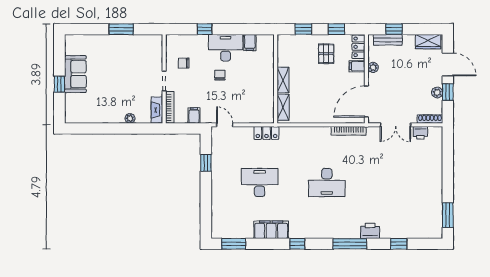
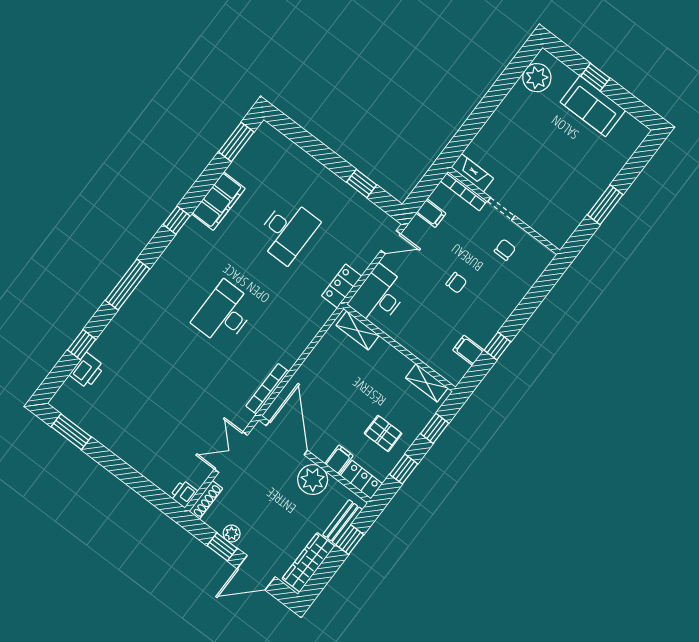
window: (205, 29) -> (497, 346), moved
wardrobe: (428, 42) -> (308, 562), width x1.50
desk: (226, 48) -> (379, 296), moved, turned 180
plant: (373, 67) -> (313, 480), width x1.88, depth x1.88
shelving: (283, 80) -> (427, 383), moved
plant: (130, 118) -> (537, 78), moved, width x1.88, depth x1.88
printer: (420, 133) -> (184, 494), moved
printer: (370, 231) -> (87, 371), moved

